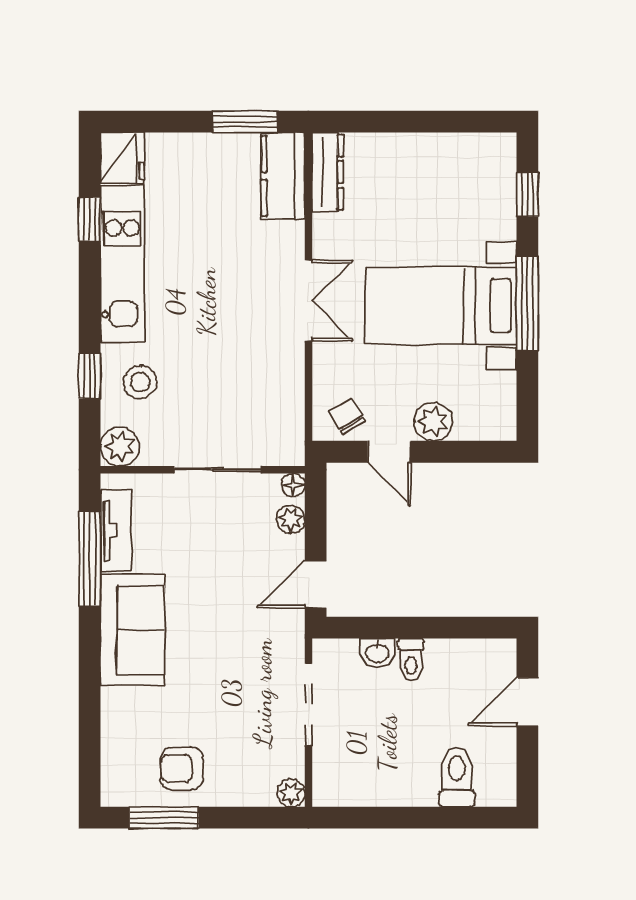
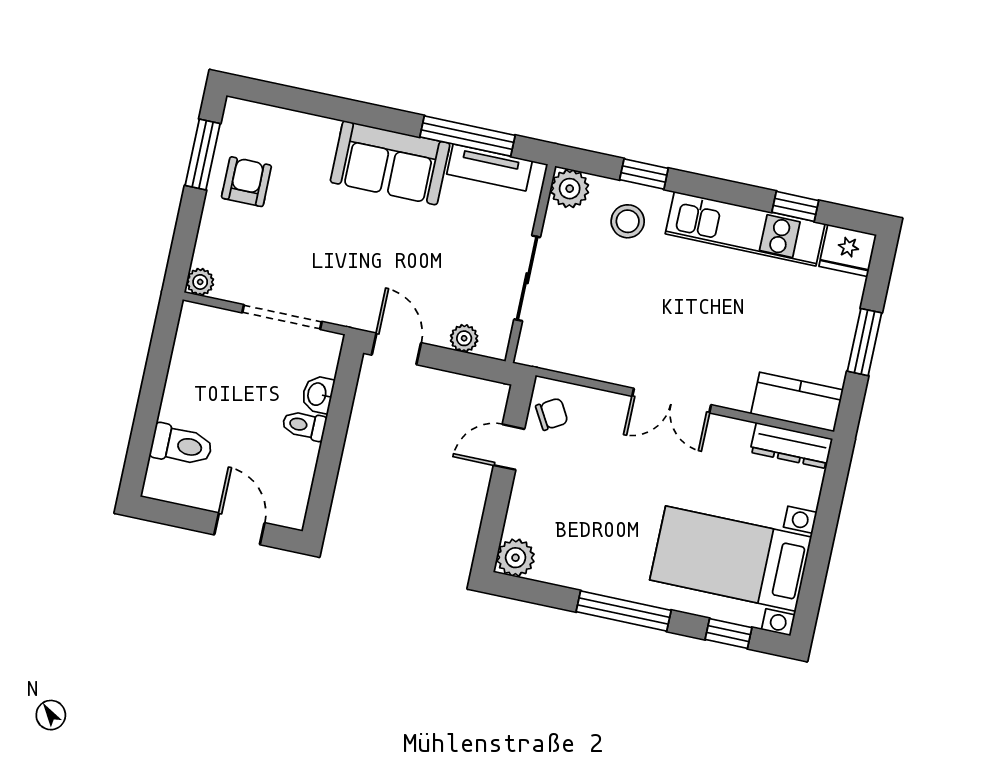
window: (245, 122) -> (864, 342), moved
bed with nightstands: (441, 306) -> (731, 559), moved, turned -90
plant: (433, 422) -> (516, 558), moved
floor lamp: (293, 485) -> (497, 348), removed

